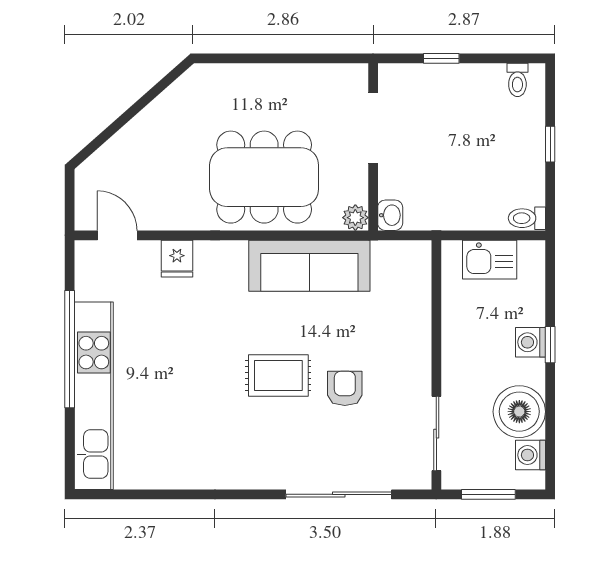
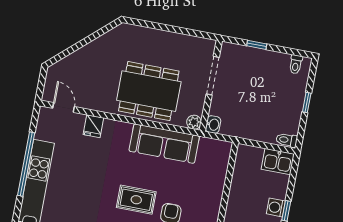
kitchen sink: (490, 260) -> (278, 162), moved

